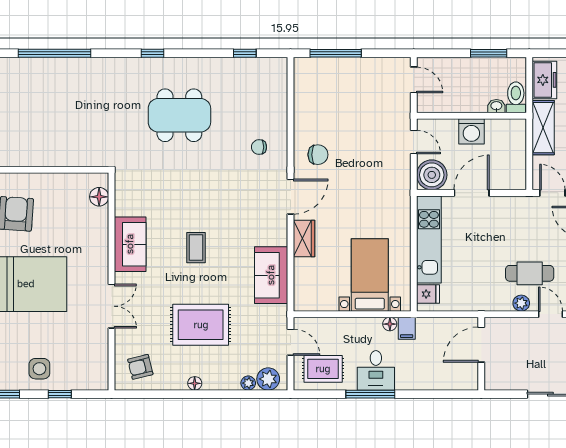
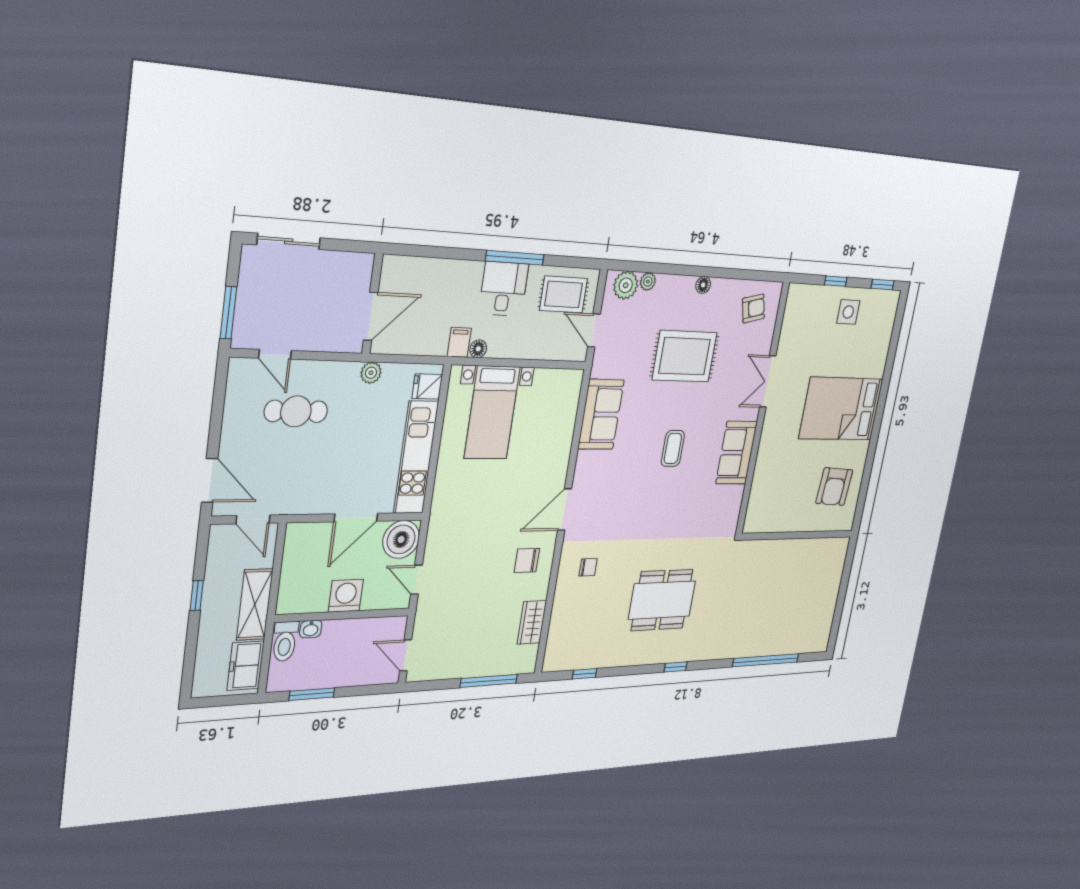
floor lamp: (99, 197) -> (755, 506), removed
wardrobe: (304, 238) -> (532, 622), moved
plant: (521, 303) -> (371, 373), moved

